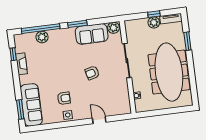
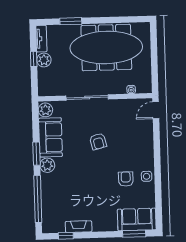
plant: (42, 37) -> (47, 165), moved
sofa: (31, 105) -> (137, 219), width x0.73
door: (99, 120) -> (156, 110), moved

